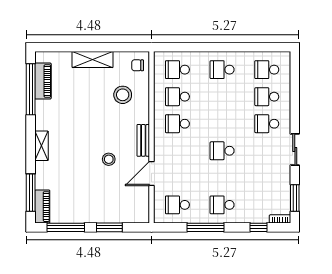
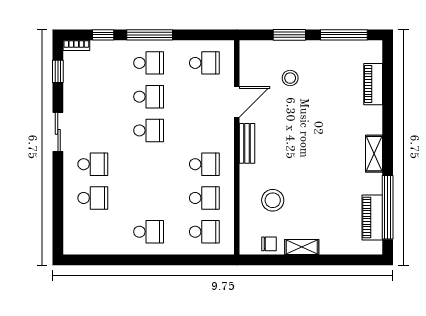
shelving: (93, 59) -> (302, 247), width x0.67, depth x0.75
chair: (138, 65) -> (269, 244), moved
school desk: (267, 70) -> (149, 97), moved
shelving: (41, 146) -> (374, 154), moved
stool: (109, 159) -> (290, 78), moved
window: (31, 193) -> (388, 78), removed
window: (295, 198) -> (58, 71), width x0.67
piano: (42, 207) -> (373, 84), moved
window: (206, 227) -> (150, 35), moved

